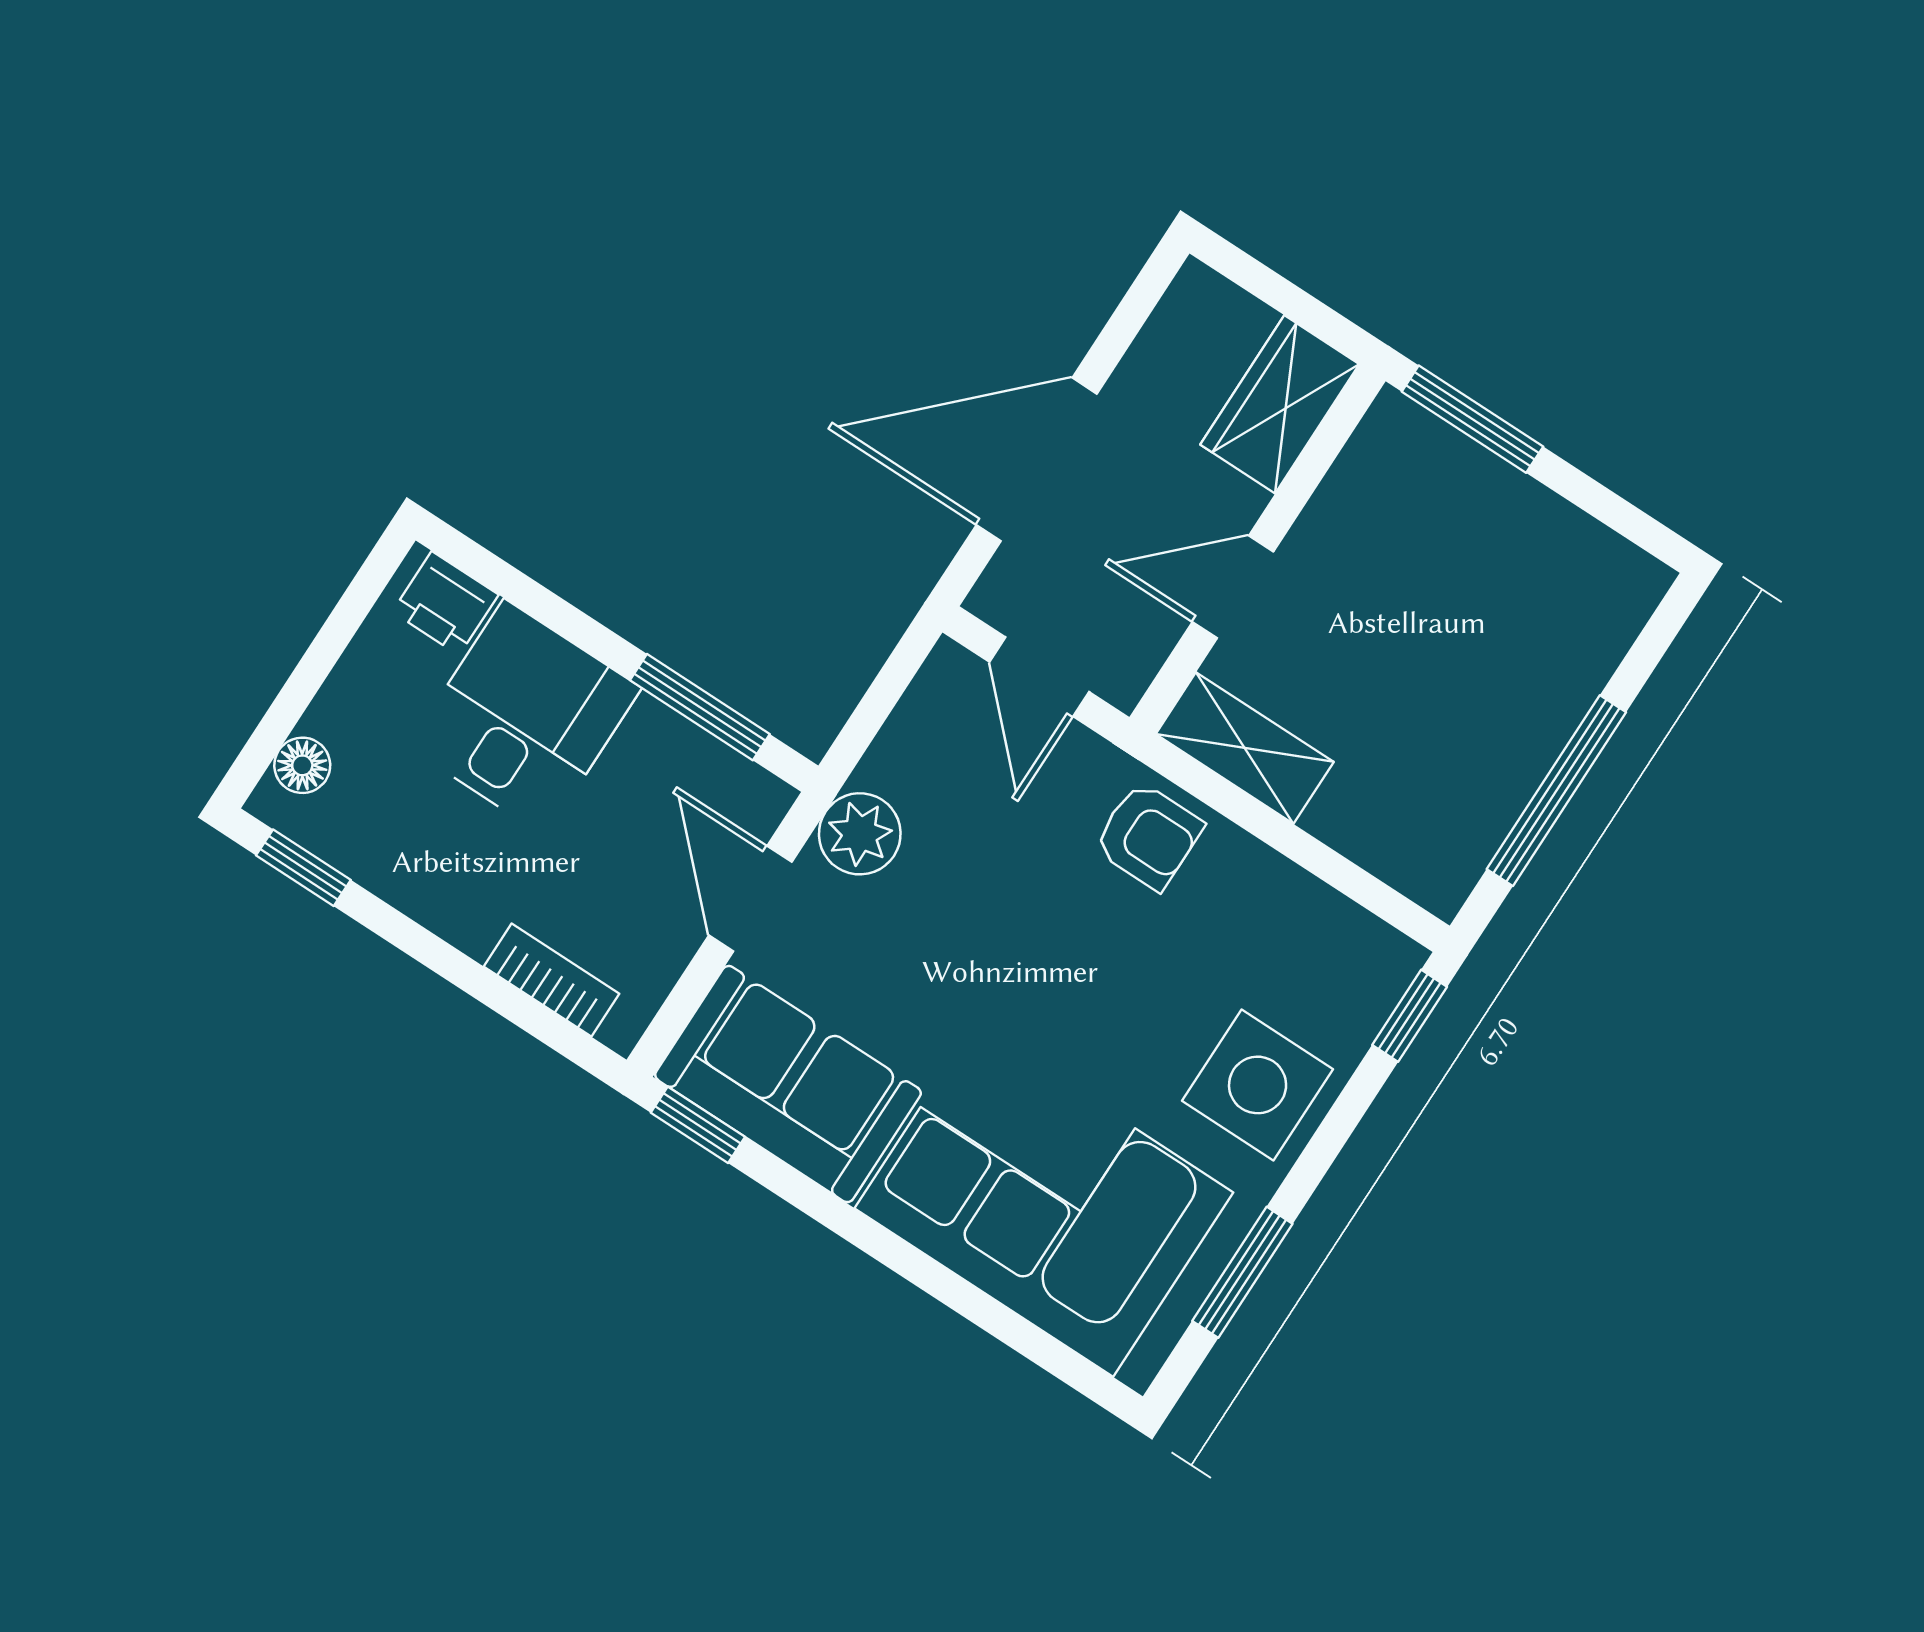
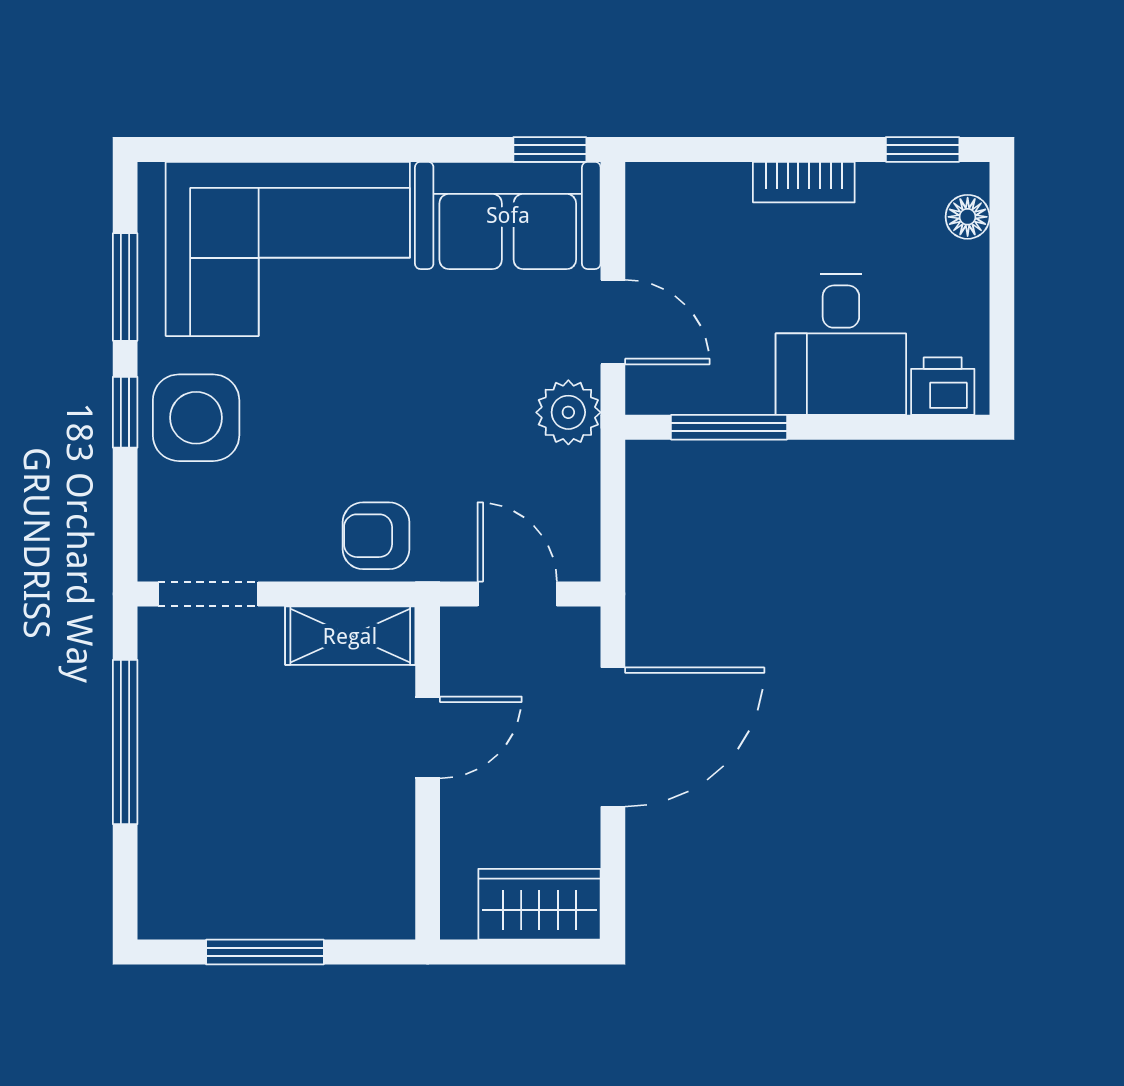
wardrobe: (1280, 404) -> (539, 904), moved, turned -90
window: (1472, 419) -> (265, 952), moved
doorway: (1366, 890) -> (208, 594), added
bookcase: (551, 980) -> (804, 182), moved
window: (1410, 1016) -> (125, 412), moved

